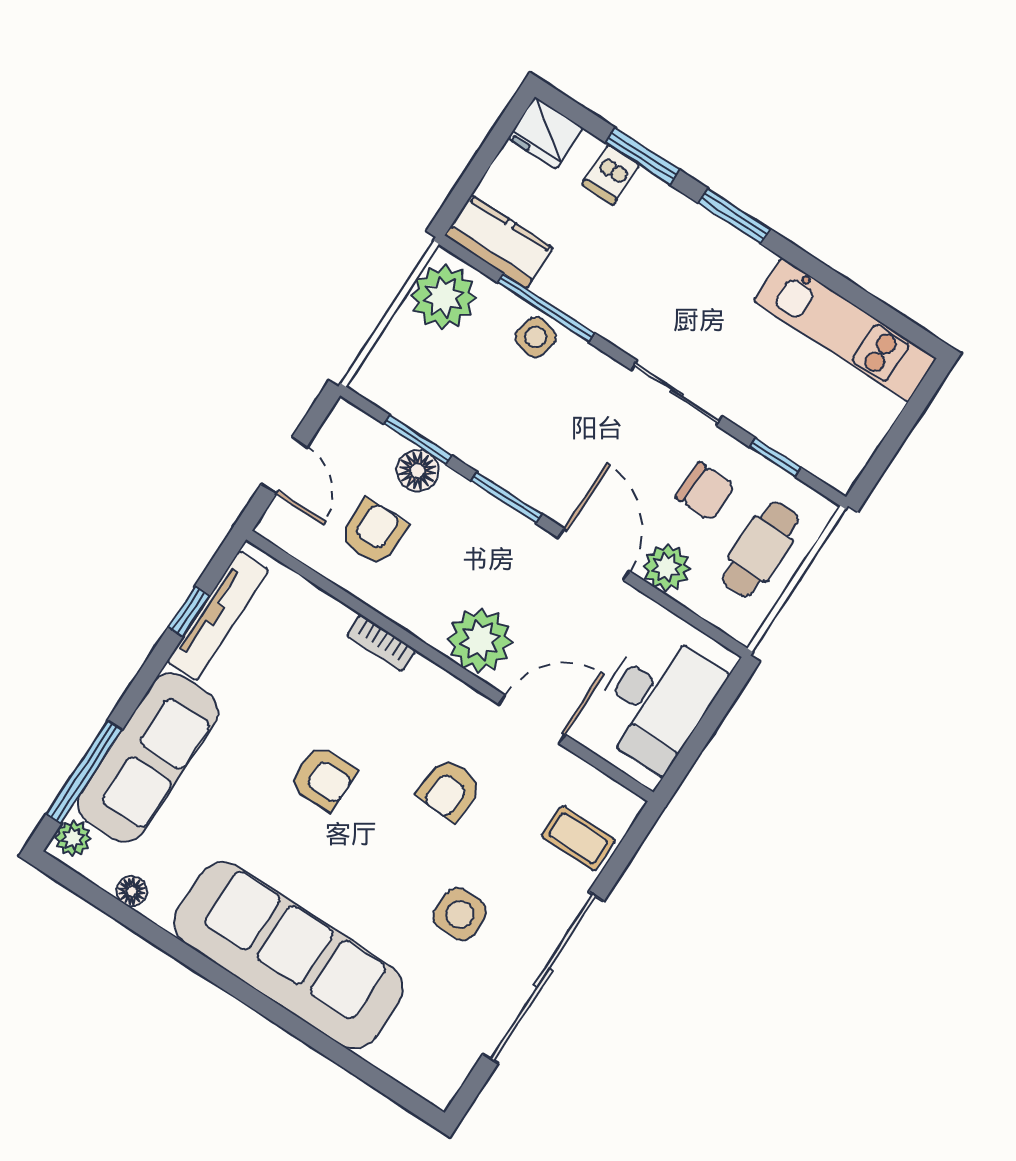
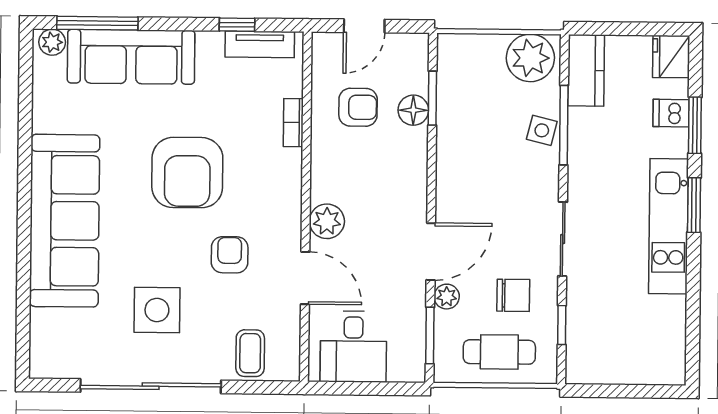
kitchen unit: (845, 330) -> (668, 226), moved
chair: (705, 491) -> (513, 295), turned -91
window: (506, 498) -> (430, 336), moved
plant: (667, 568) -> (447, 297), width x0.73, depth x0.73
tv unit: (218, 616) -> (260, 44), width x0.71
plant: (480, 640) -> (327, 221), width x0.73, depth x0.73
bookcase: (381, 643) -> (293, 123), moved
desk: (656, 700) -> (353, 347), width x0.73
armchair: (323, 778) -> (187, 173), width x1.88, depth x1.88
armchair: (449, 790) -> (230, 255), turned 86
floor lamp: (132, 891) -> (43, 99), removed
side table: (460, 914) -> (157, 310), width x1.37, depth x1.37

